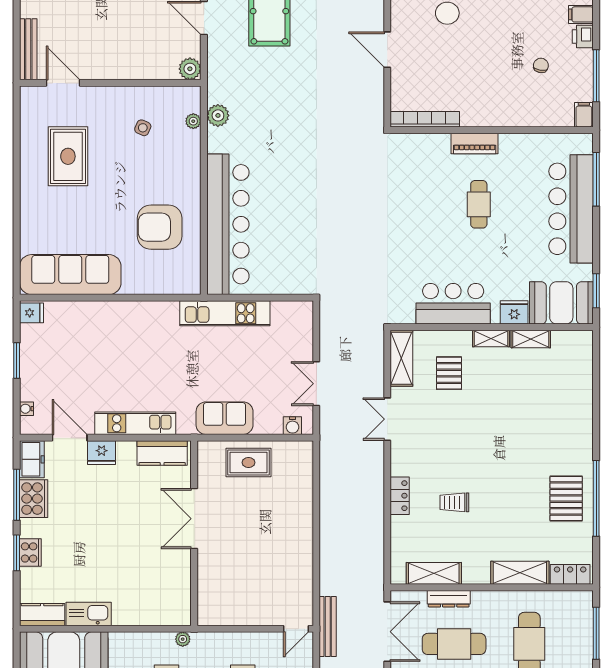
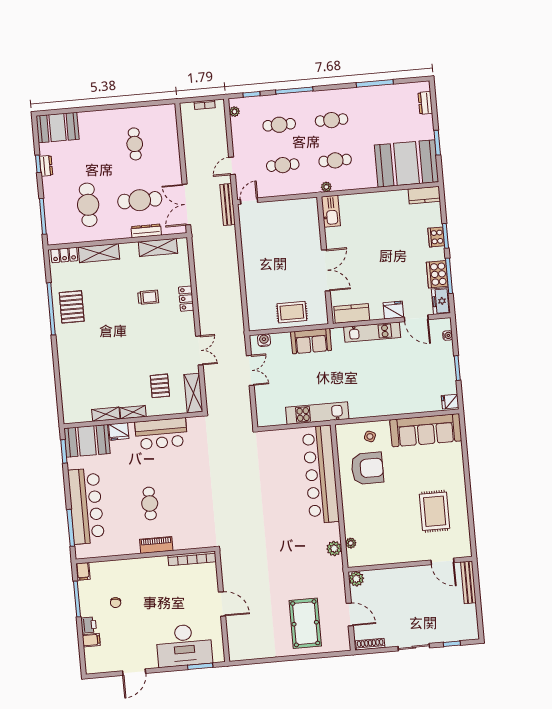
side table: (143, 128) -> (370, 436), moved
kitchen sink: (89, 614) -> (331, 211), moved, turned -90

